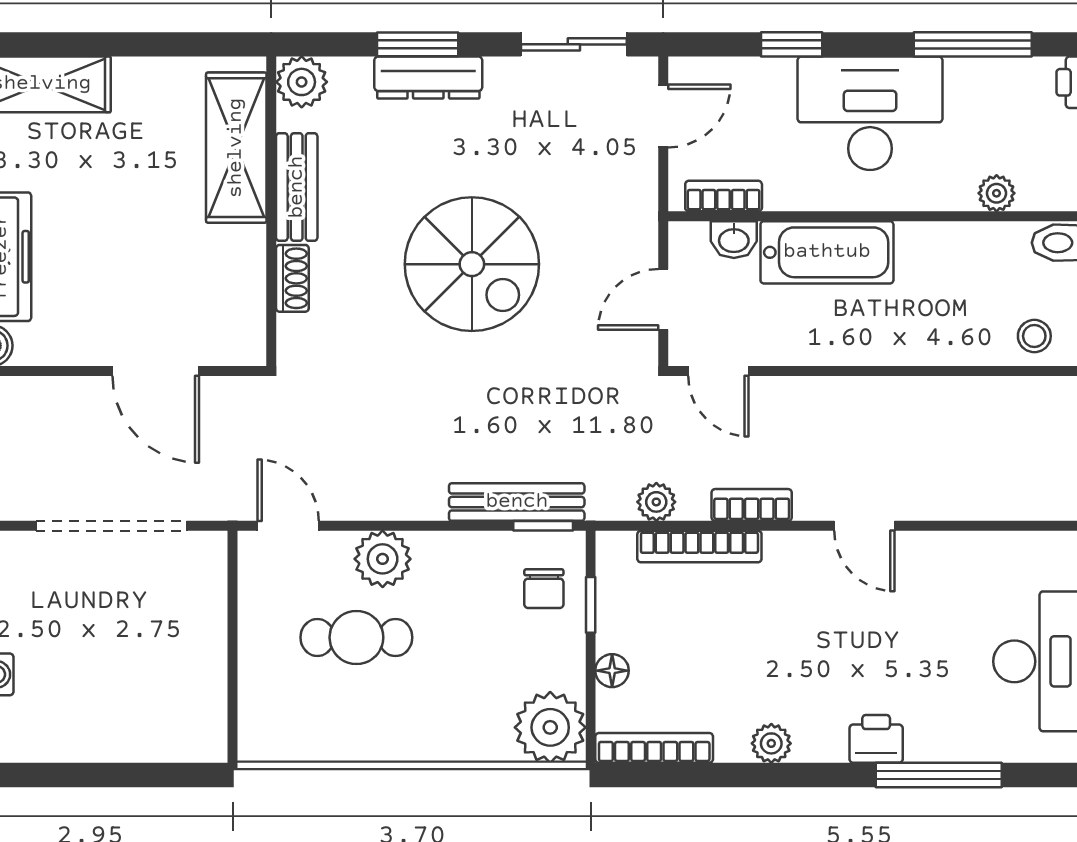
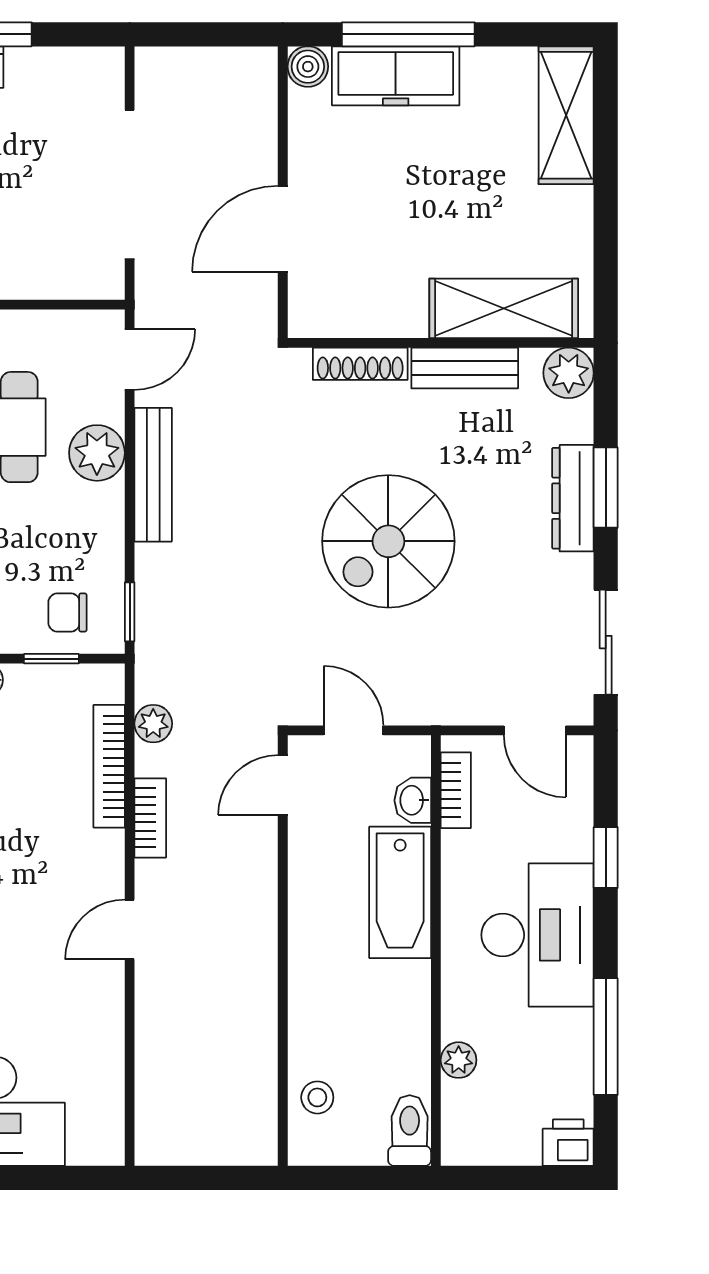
shoe rack: (292, 278) -> (360, 364), width x1.43
bench: (517, 502) -> (153, 475), moved

